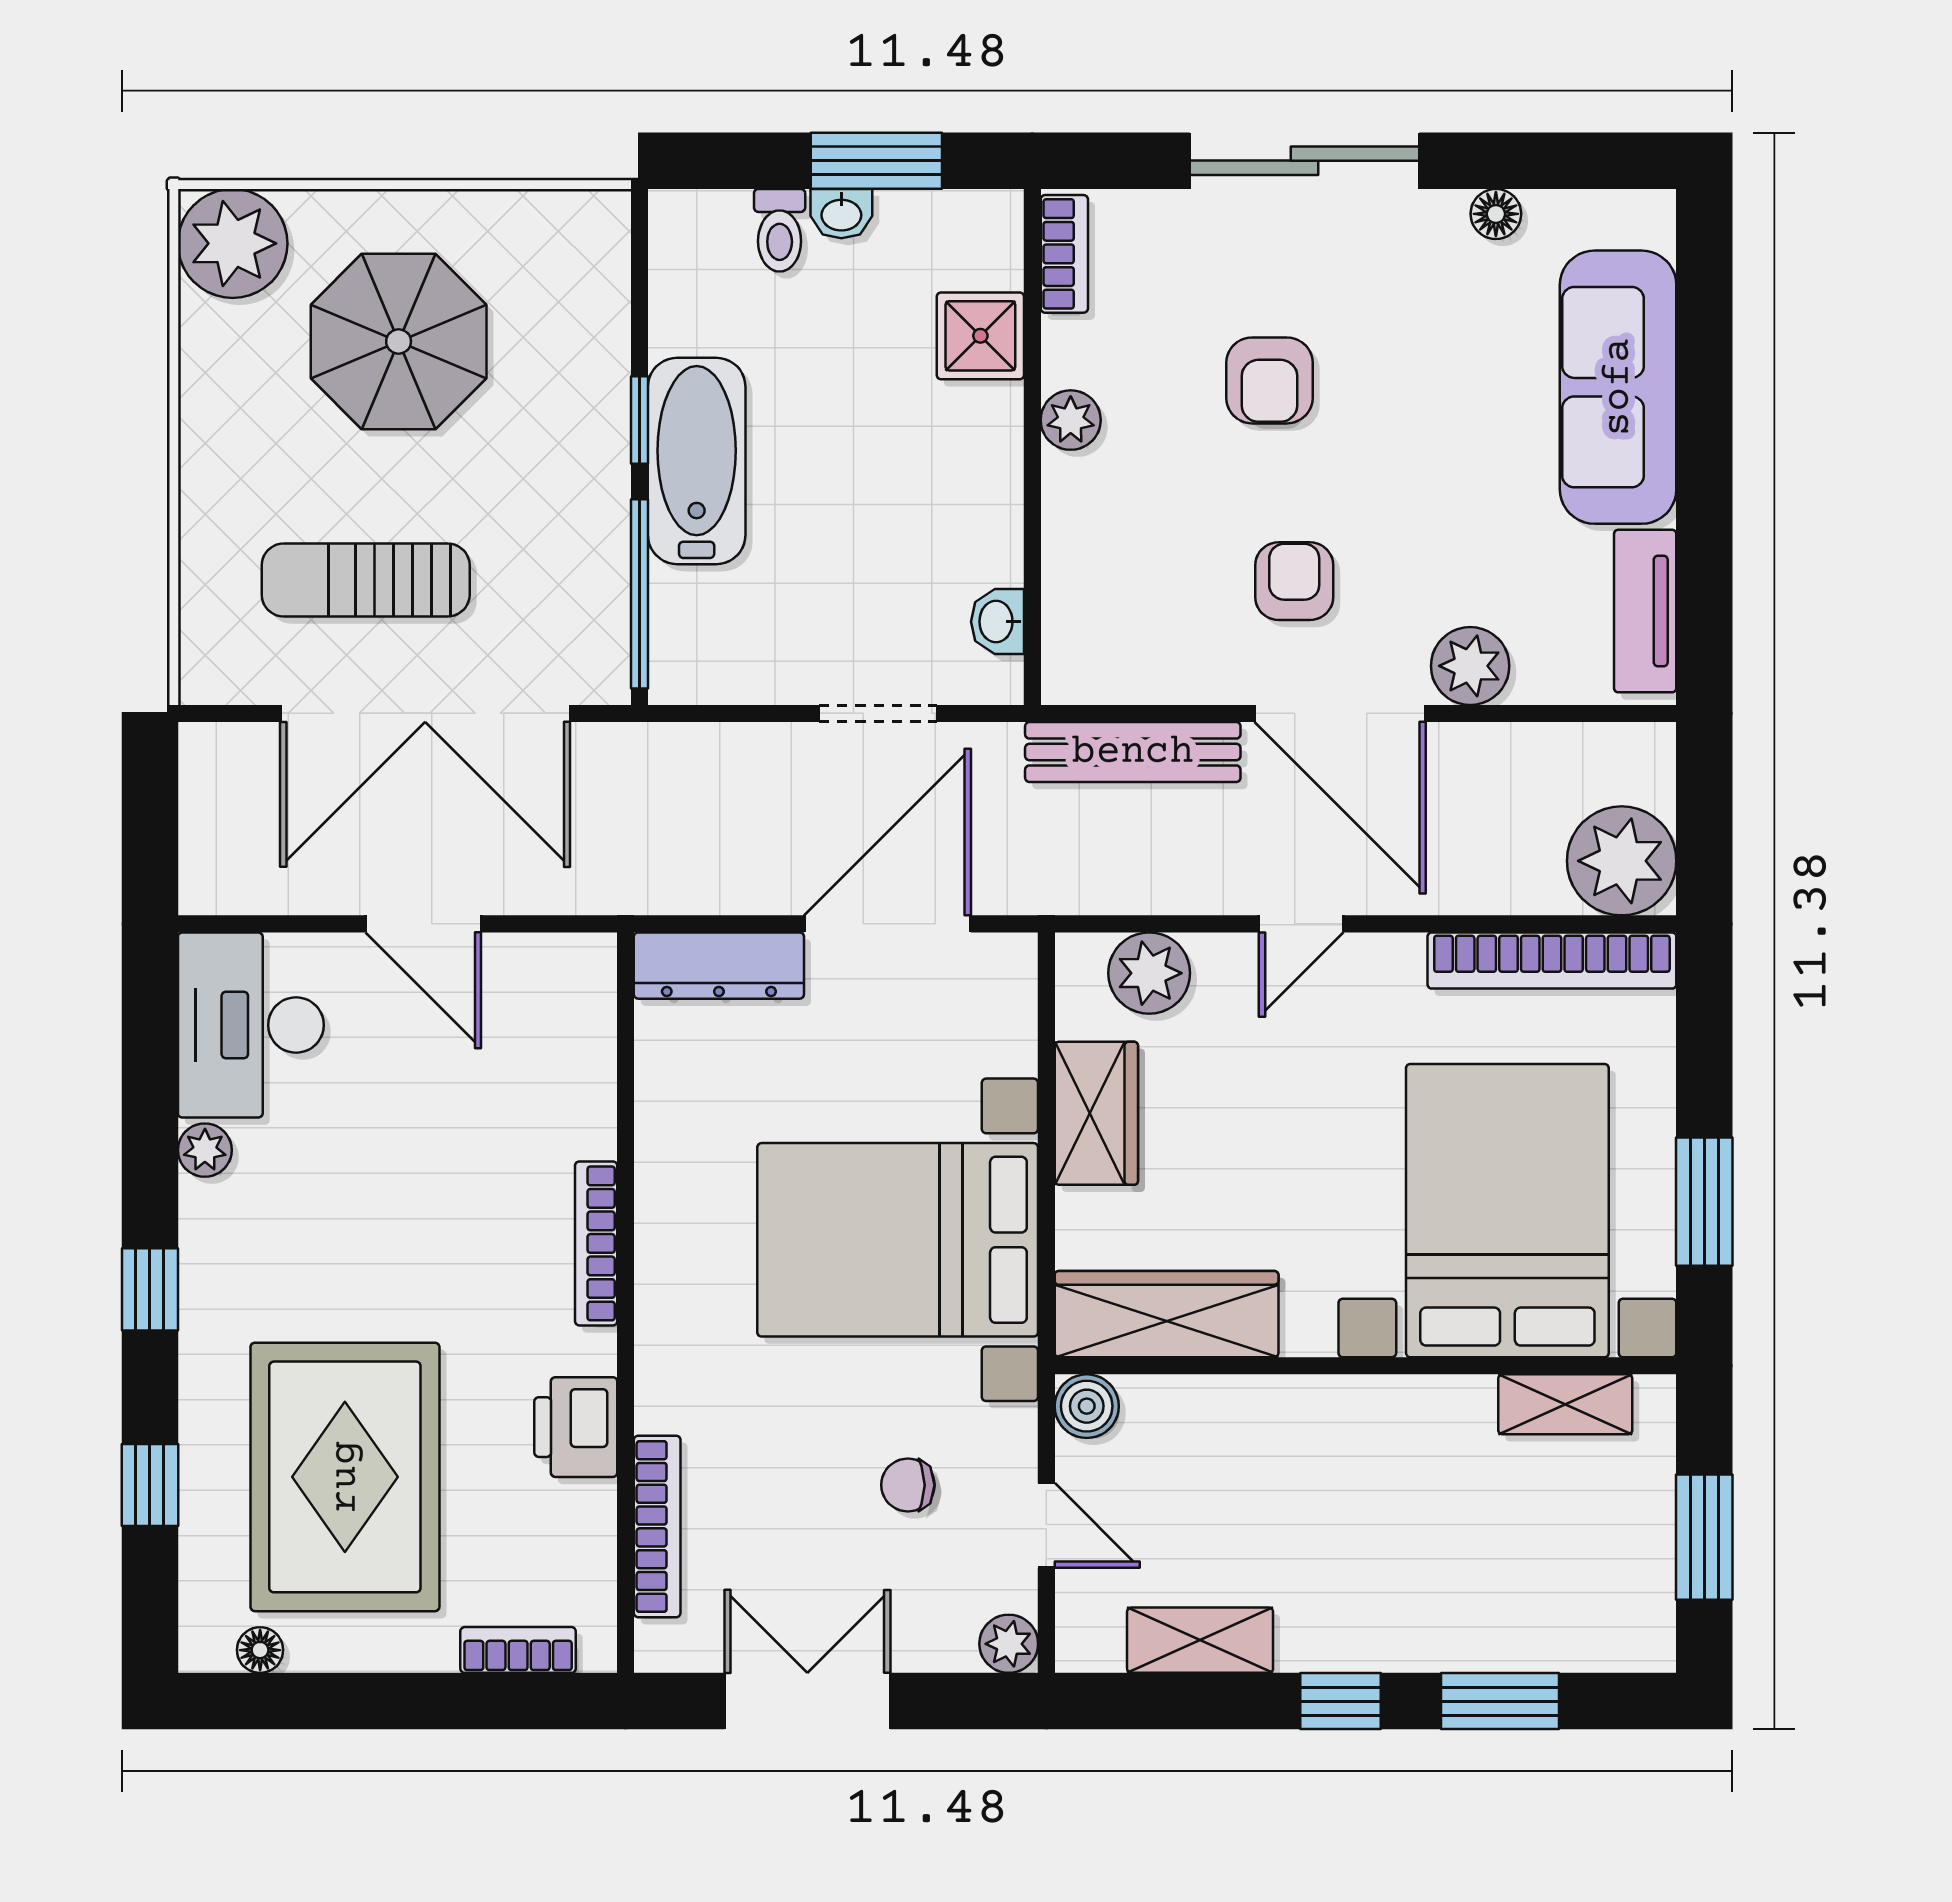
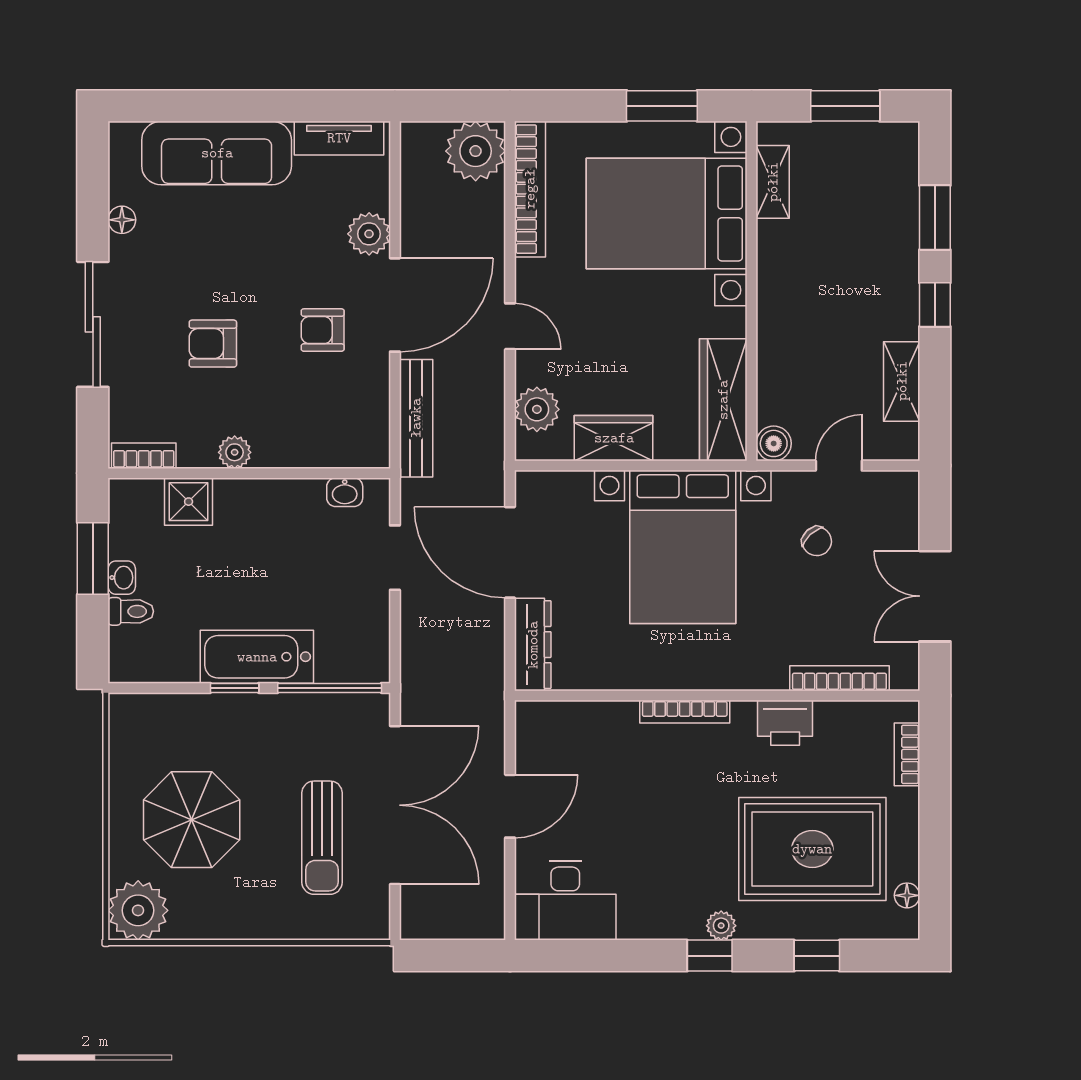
armchair: (1269, 380) -> (213, 344), turned 180
plant: (205, 1150) -> (721, 926), moved
chair: (908, 1485) -> (817, 541), turned -43
plant: (1009, 1644) -> (904, 486), removed

